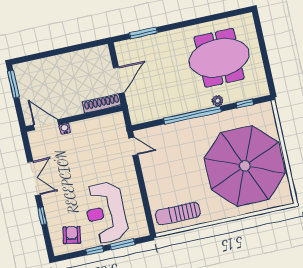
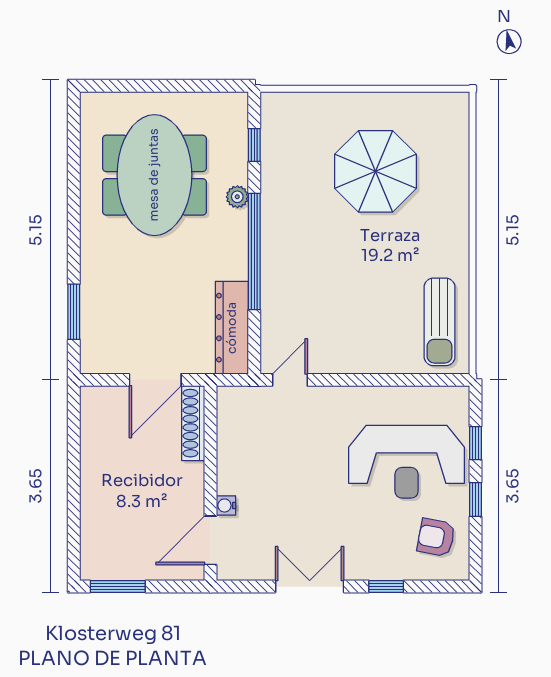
door: (119, 80) -> (155, 380), swing flipped
dresser: (153, 112) -> (232, 328), added
parasol: (245, 166) -> (376, 171), width x0.54, depth x0.54
window: (122, 244) -> (475, 443), width x0.67

